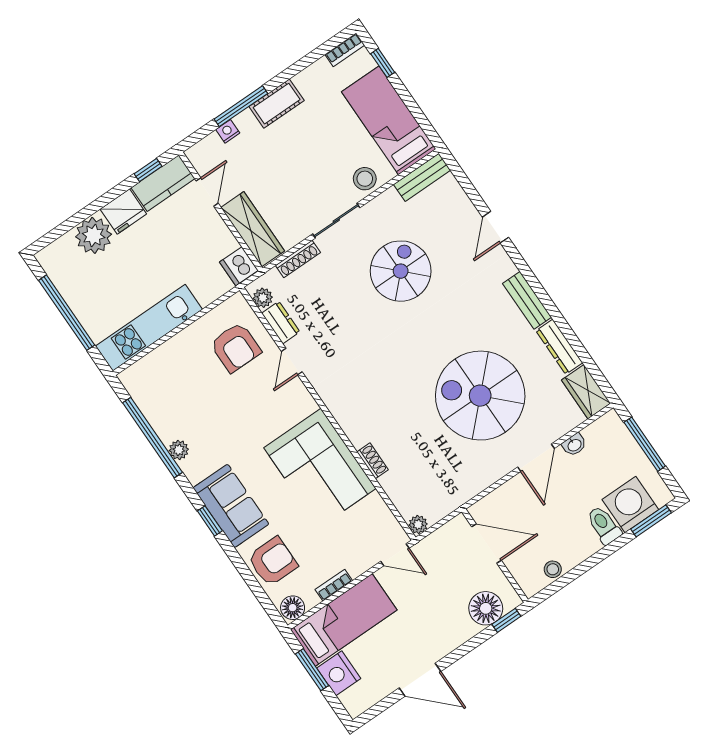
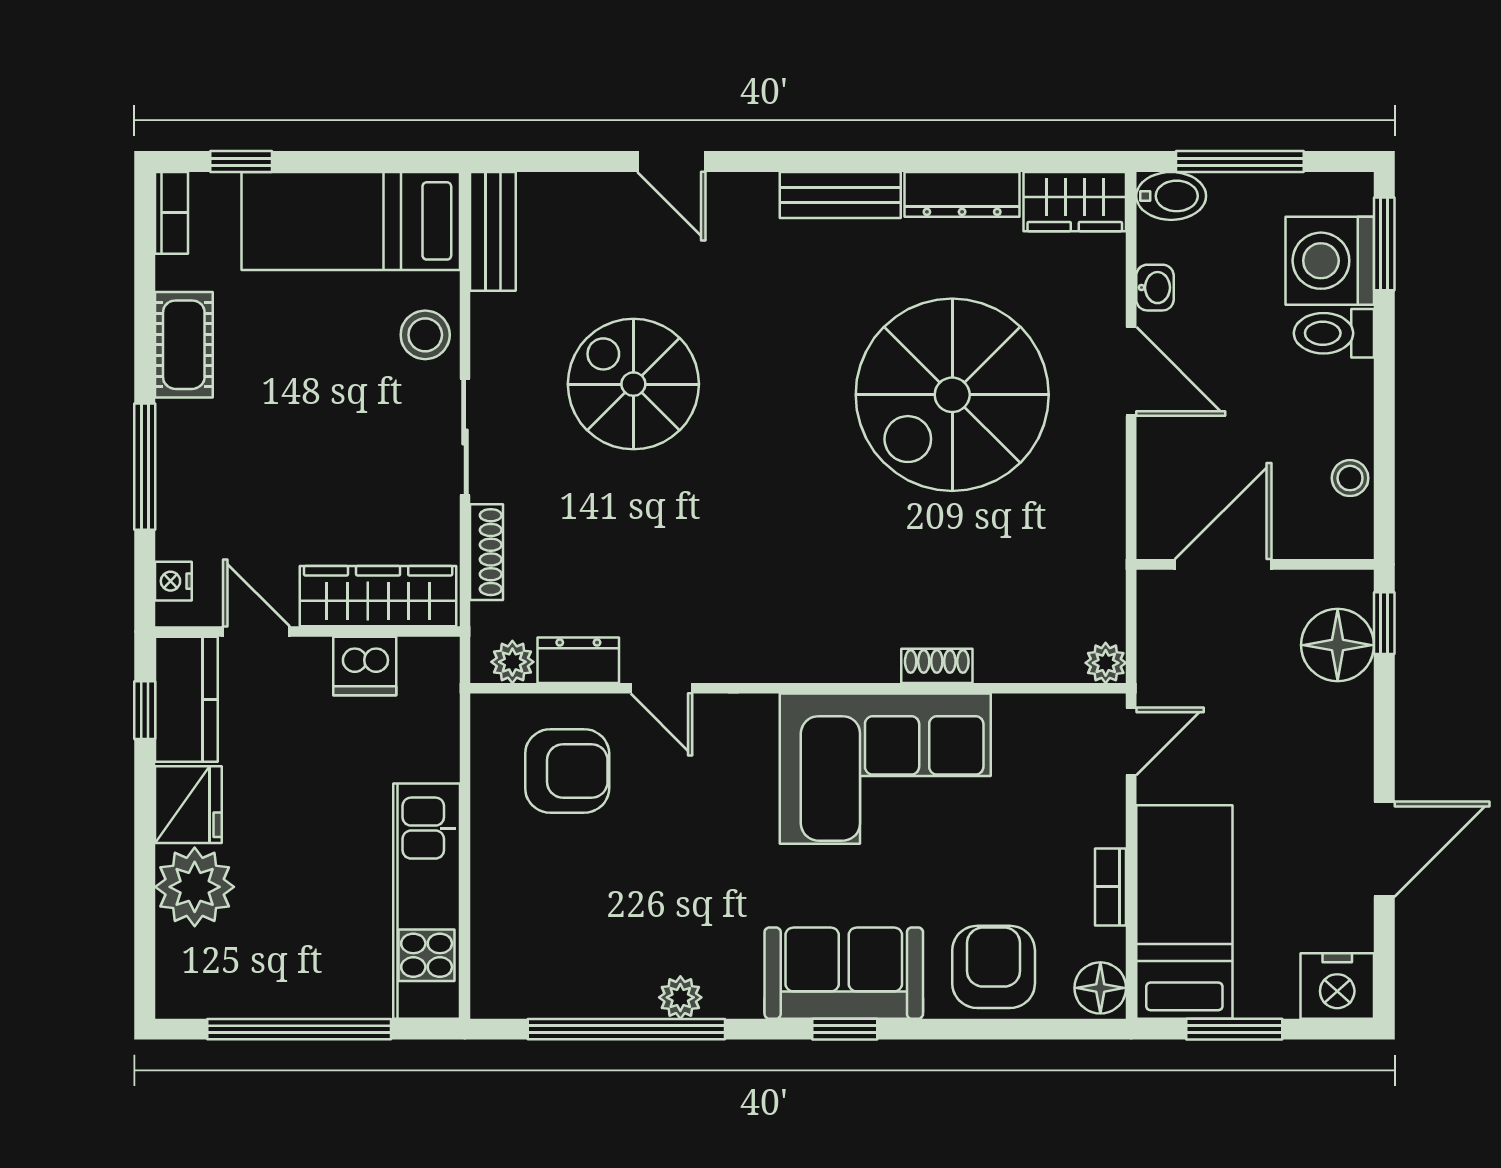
cot: (277, 104) -> (184, 345), moved
nightstand: (228, 131) -> (173, 581), moved
dishwasher: (239, 266) -> (365, 666), moved
bidet: (613, 427) -> (1171, 196), added
nightstand: (339, 673) -> (1337, 986), moved

